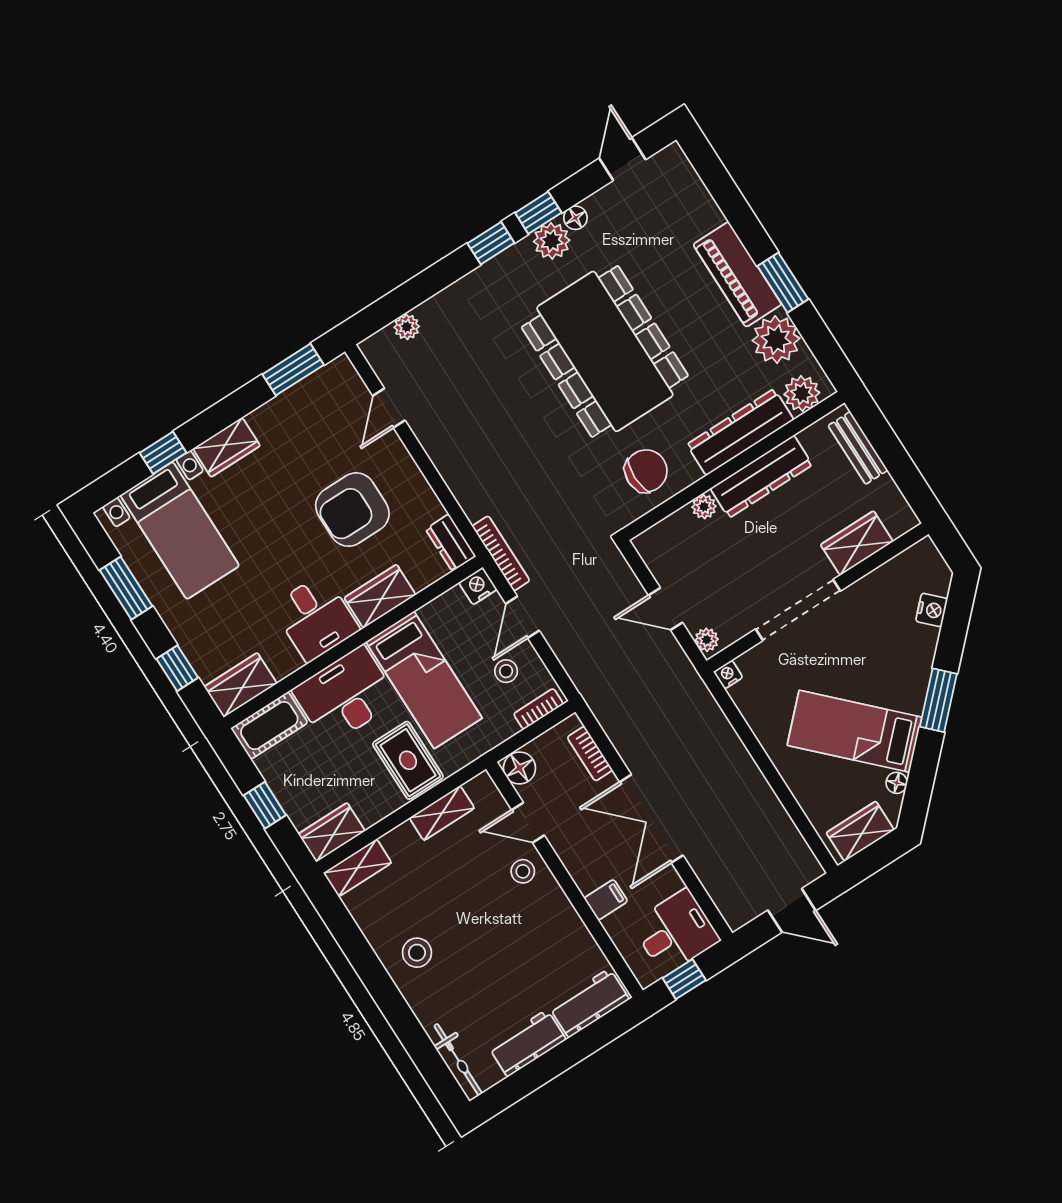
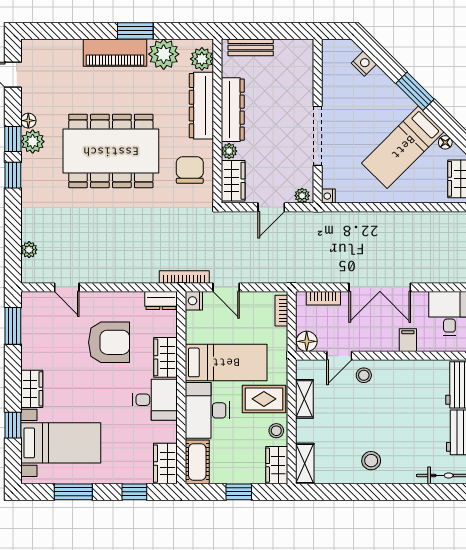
armchair: (352, 510) -> (109, 342), turned -90
wardrobe: (857, 543) -> (233, 181), moved, turned 180
stool: (506, 671) -> (276, 431), moved

